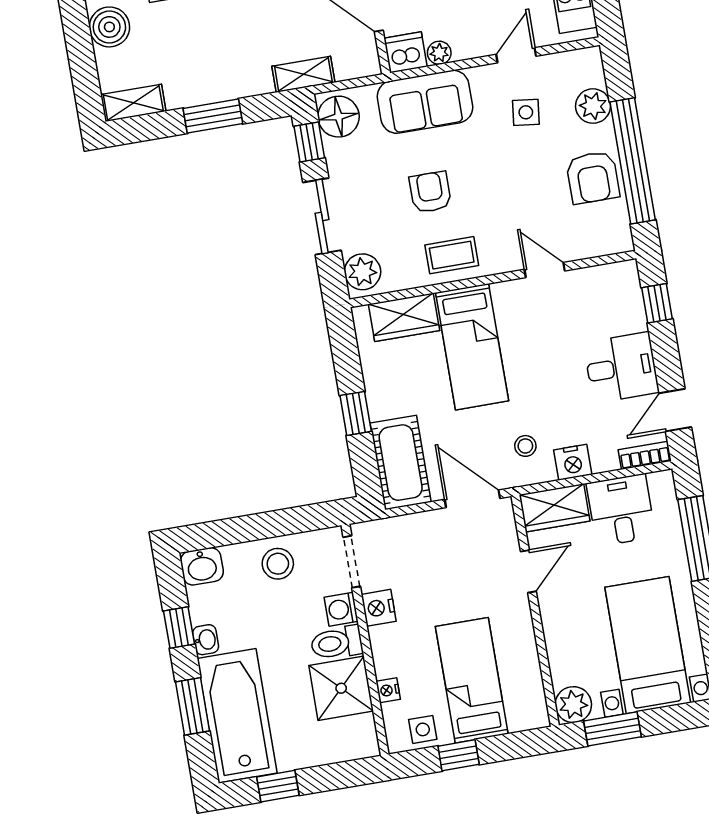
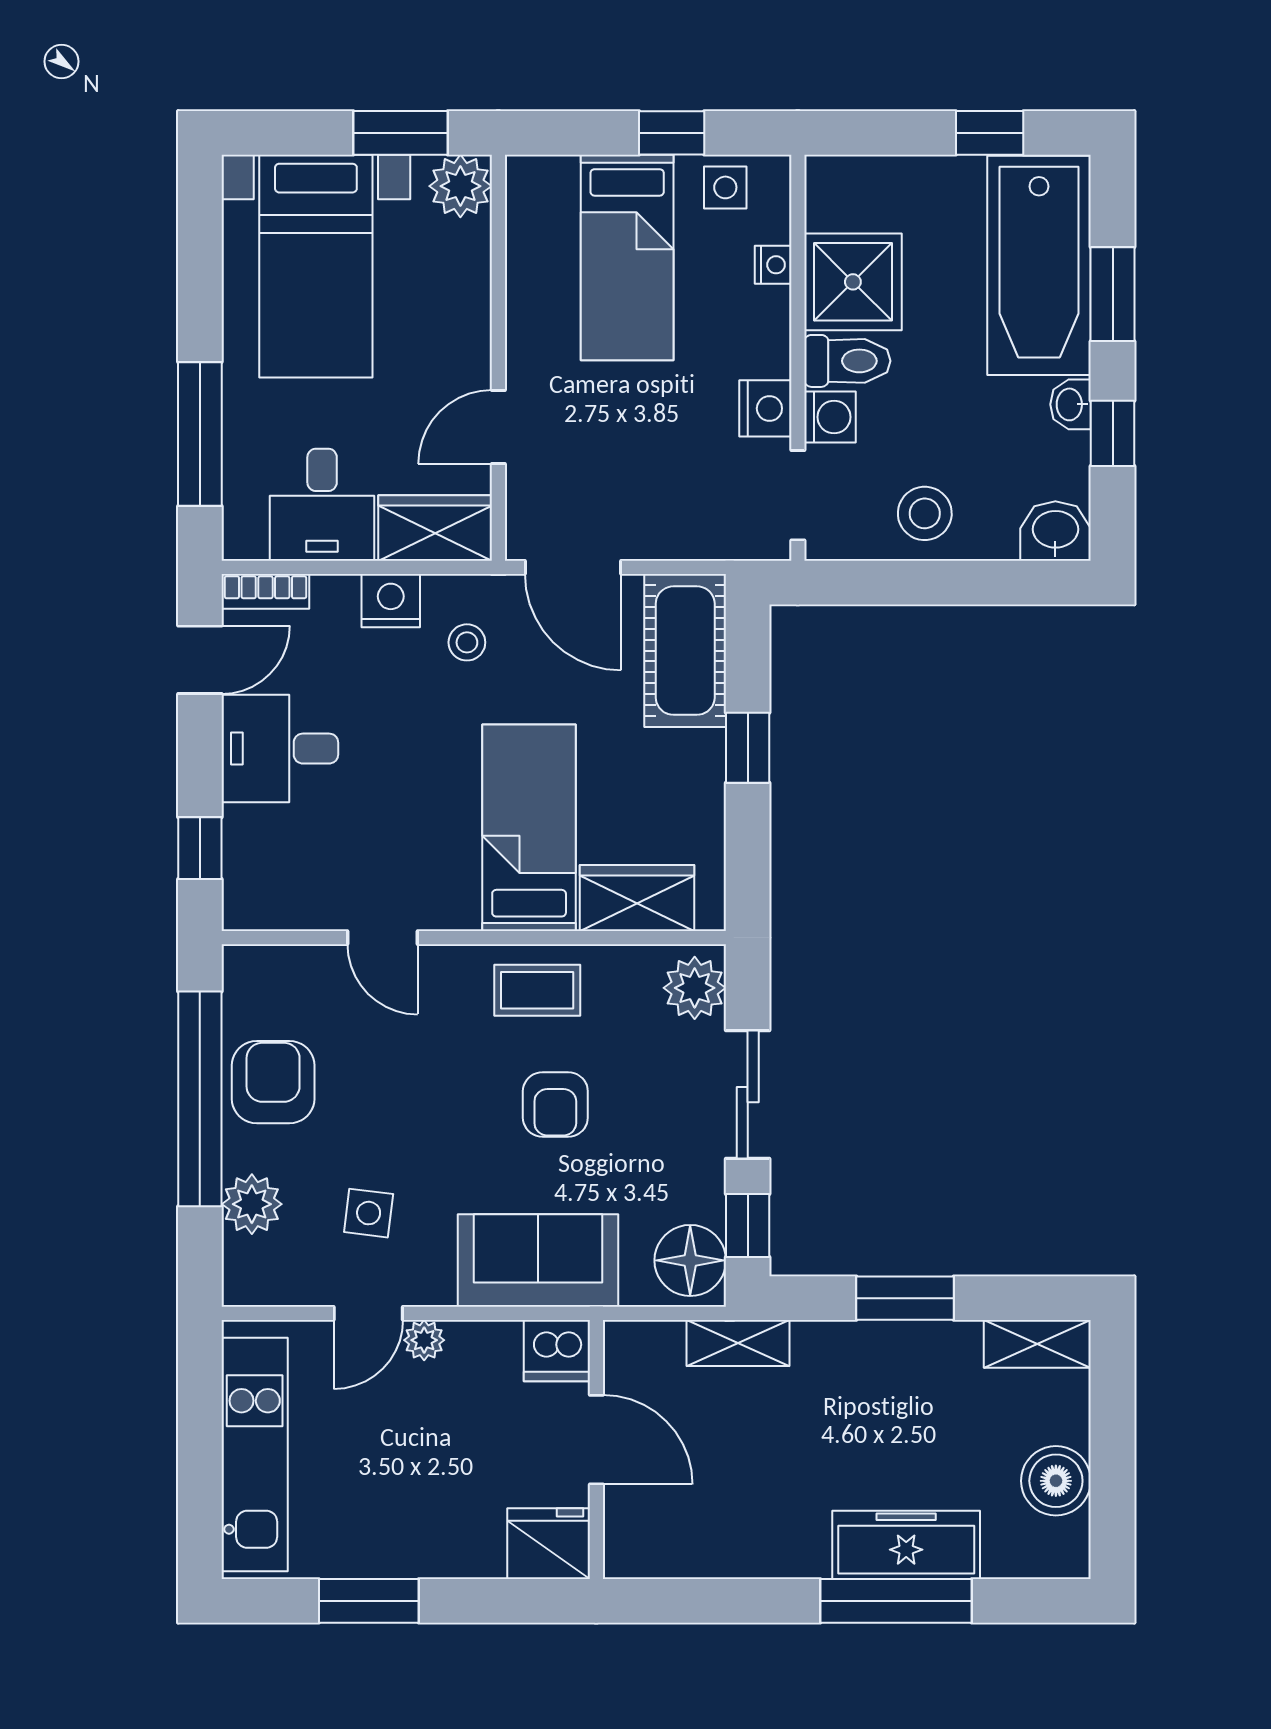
plant: (439, 53) -> (424, 1340), moved

